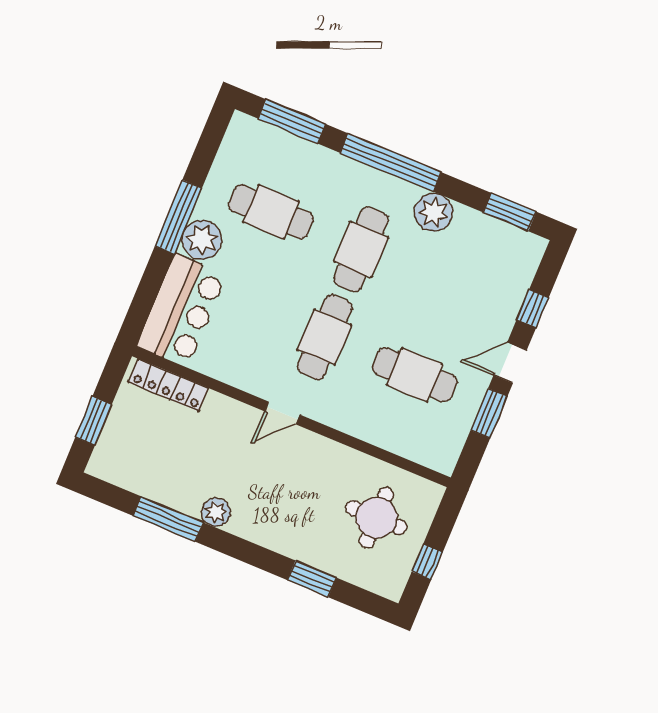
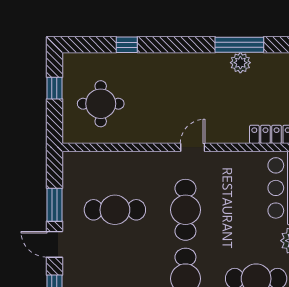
door: (510, 363) -> (54, 244), swing flipped
plant: (216, 512) -> (240, 63), moved
window: (312, 579) -> (127, 45), width x0.67

